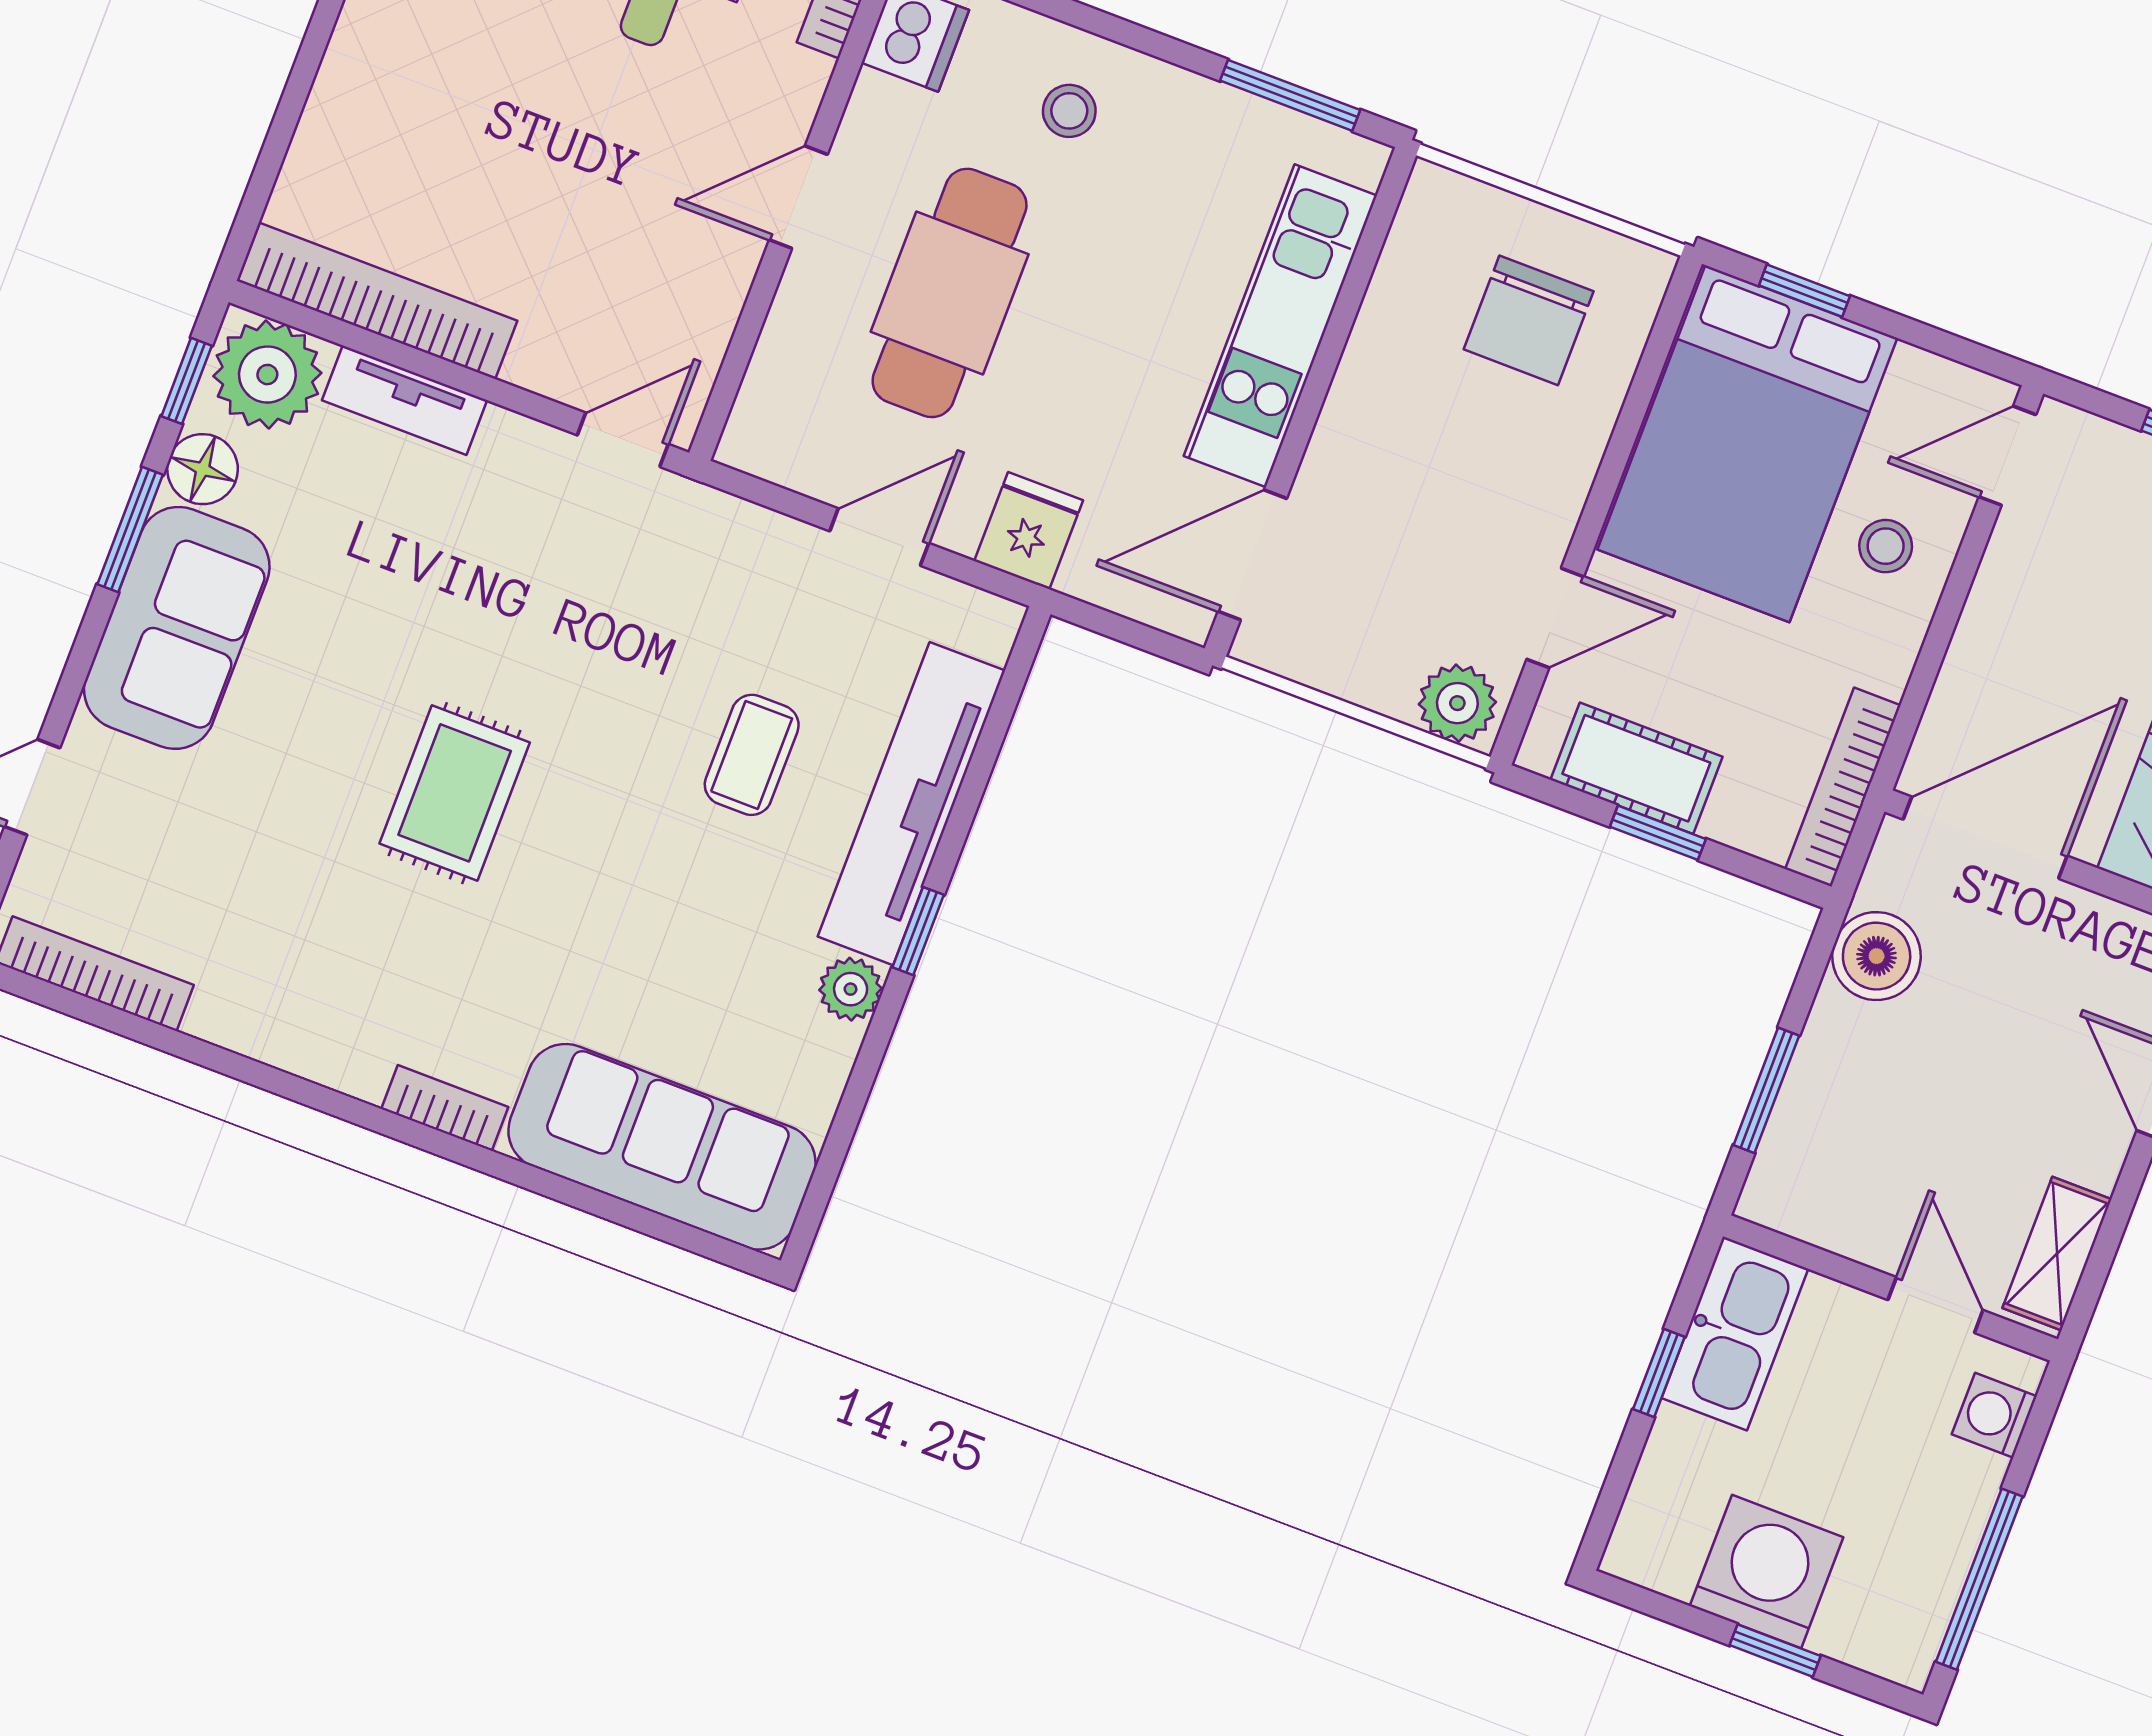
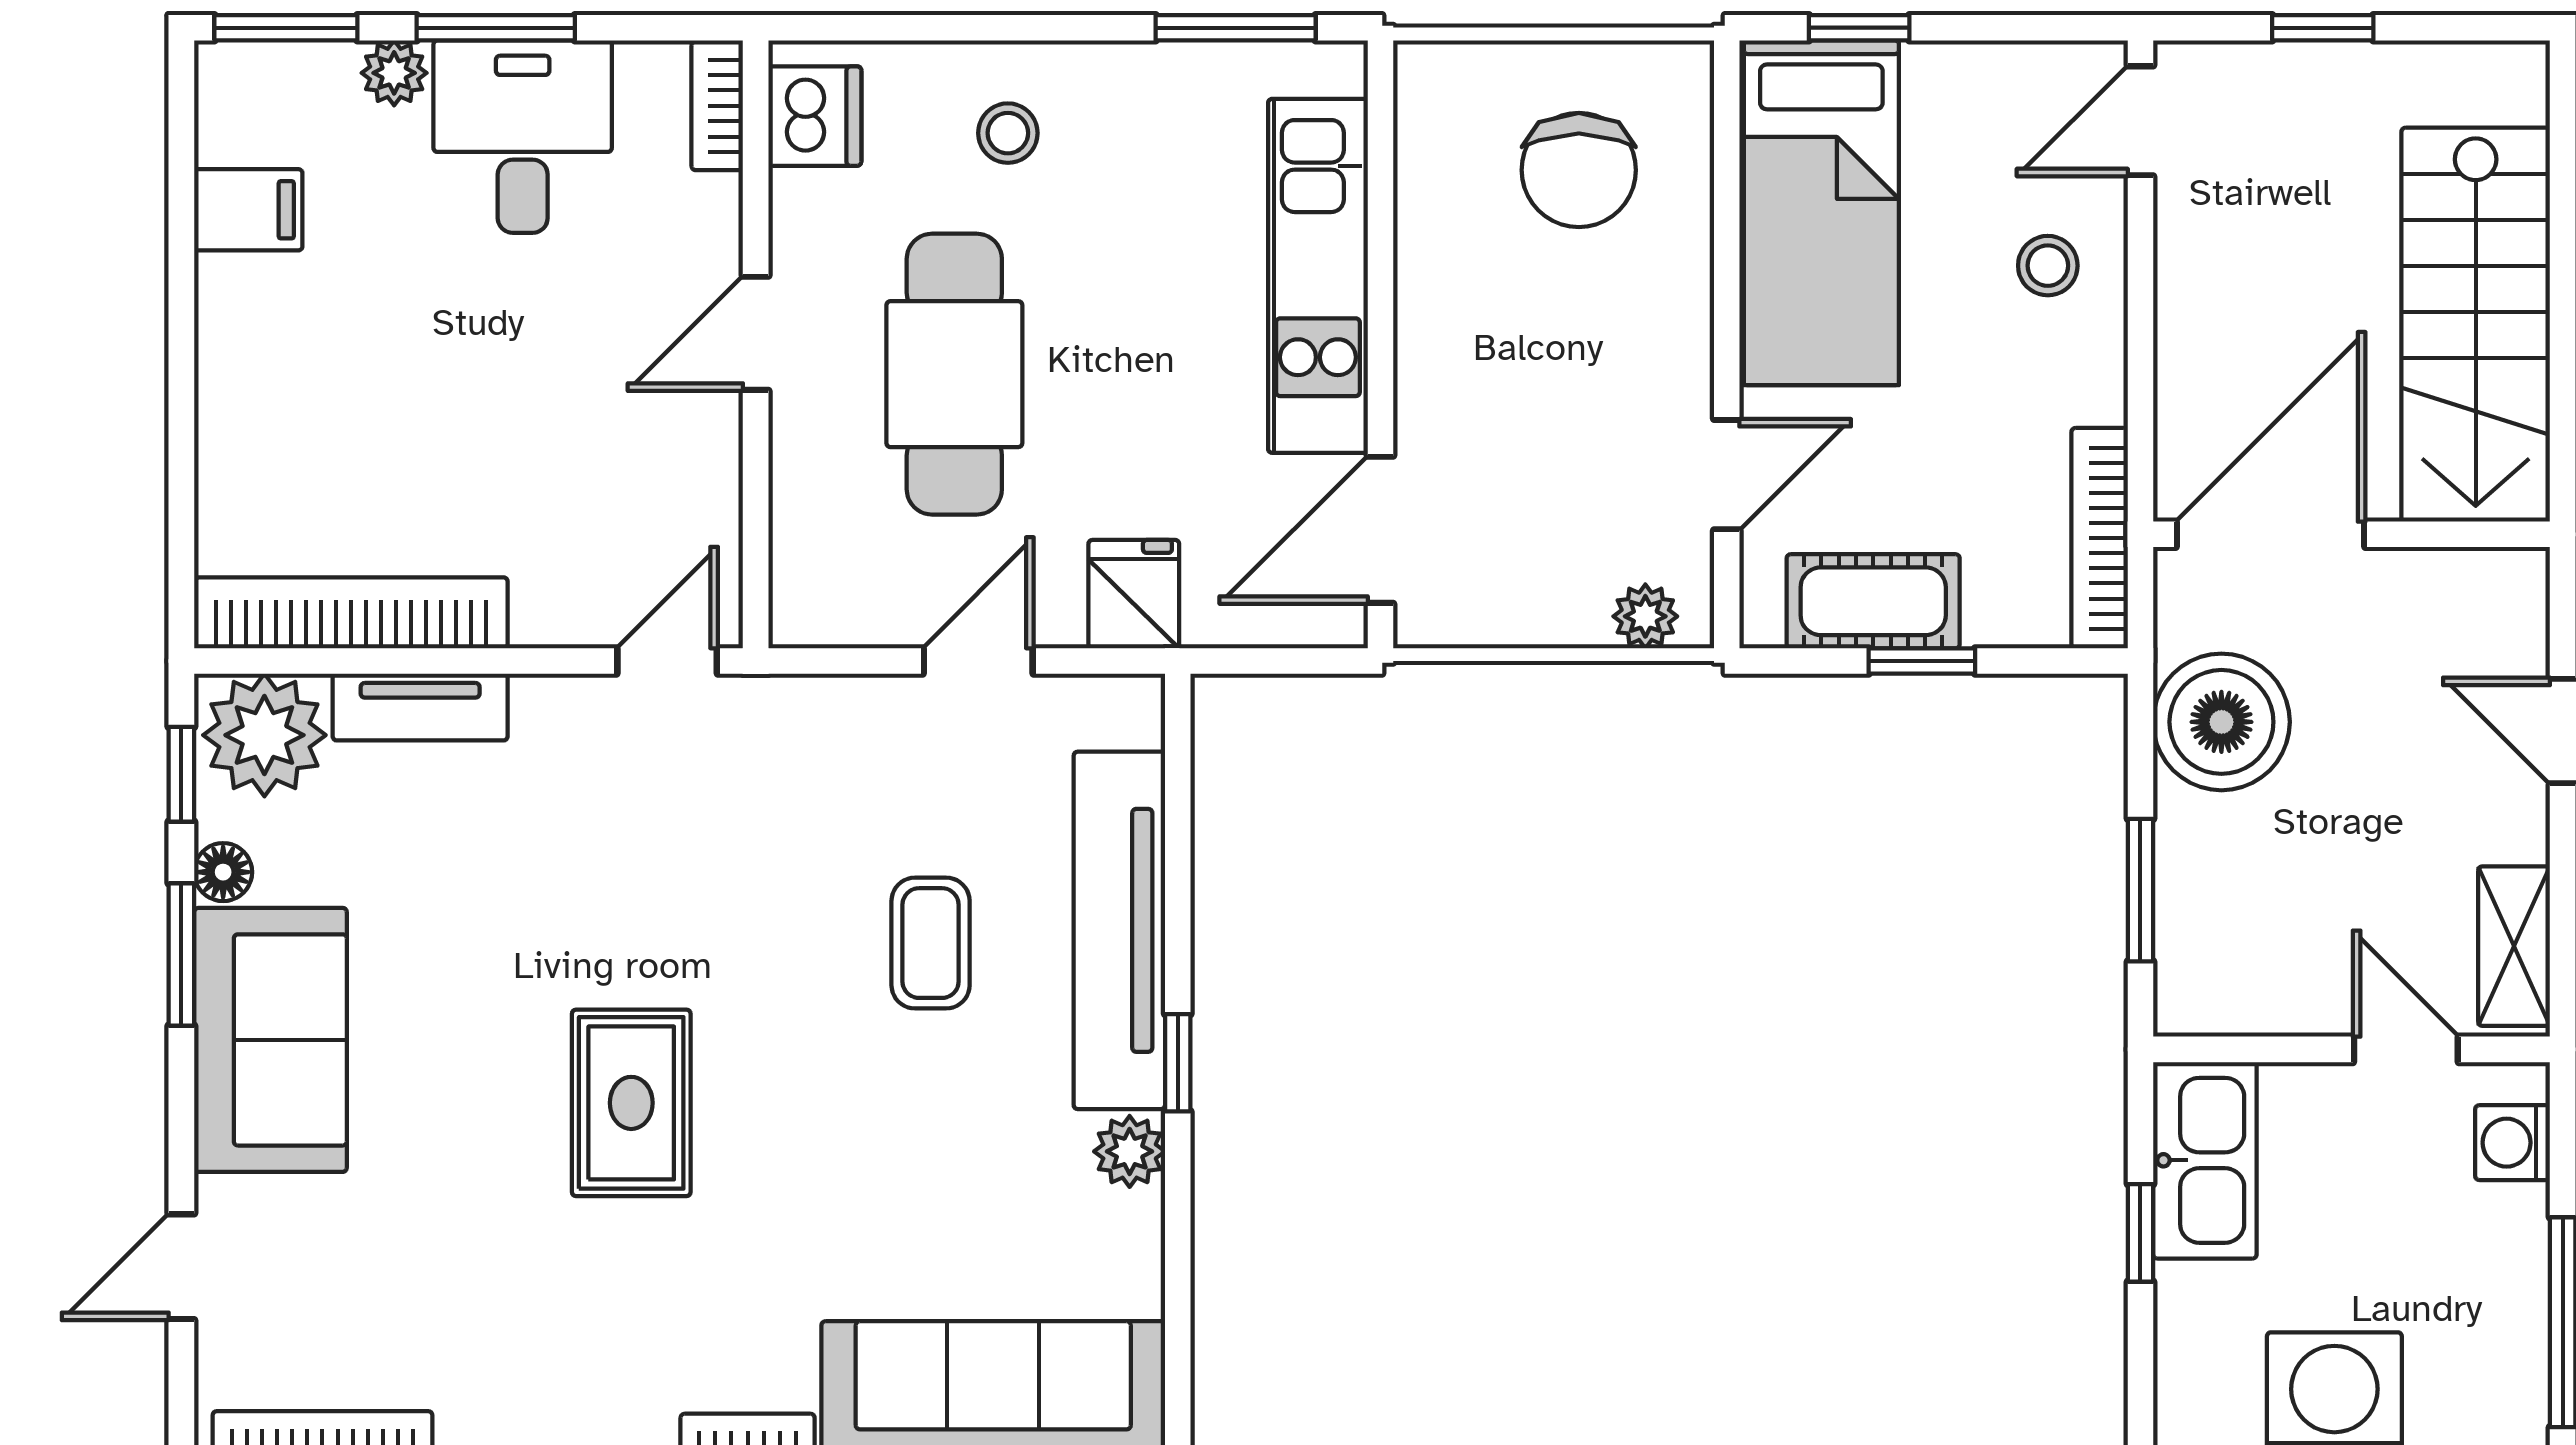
bed: (1747, 444) -> (1821, 213), width x0.67
floor lamp: (203, 469) -> (223, 872), width x0.73, depth x0.73
plant: (1457, 703) -> (1645, 616), width x0.73, depth x0.73
boiler: (1877, 956) -> (2221, 722), width x1.37, depth x1.37

